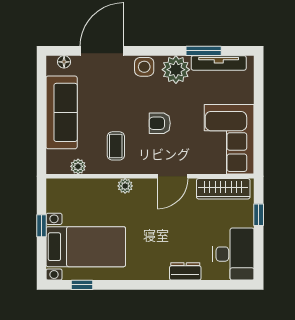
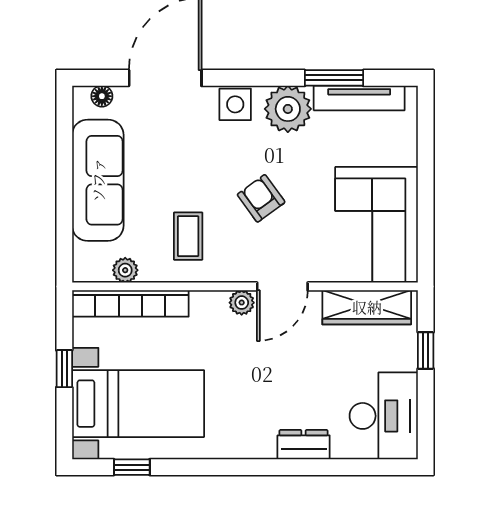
armchair: (160, 123) -> (261, 198), turned 54
bookcase: (81, 186) -> (130, 303), added
plant: (125, 186) -> (242, 303), moved

